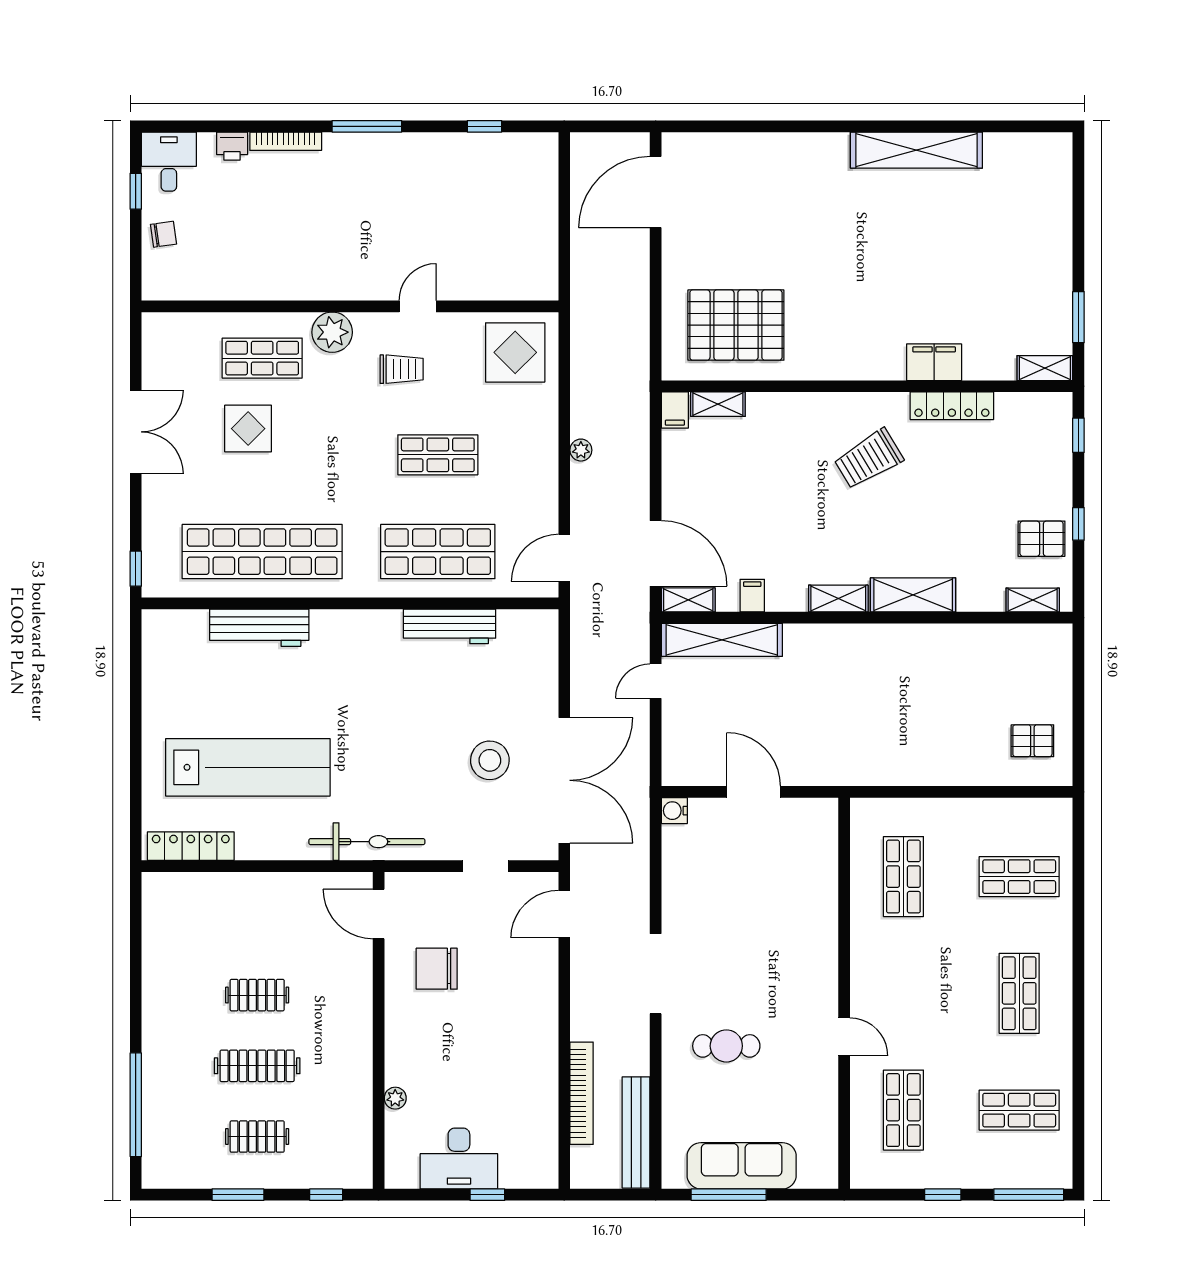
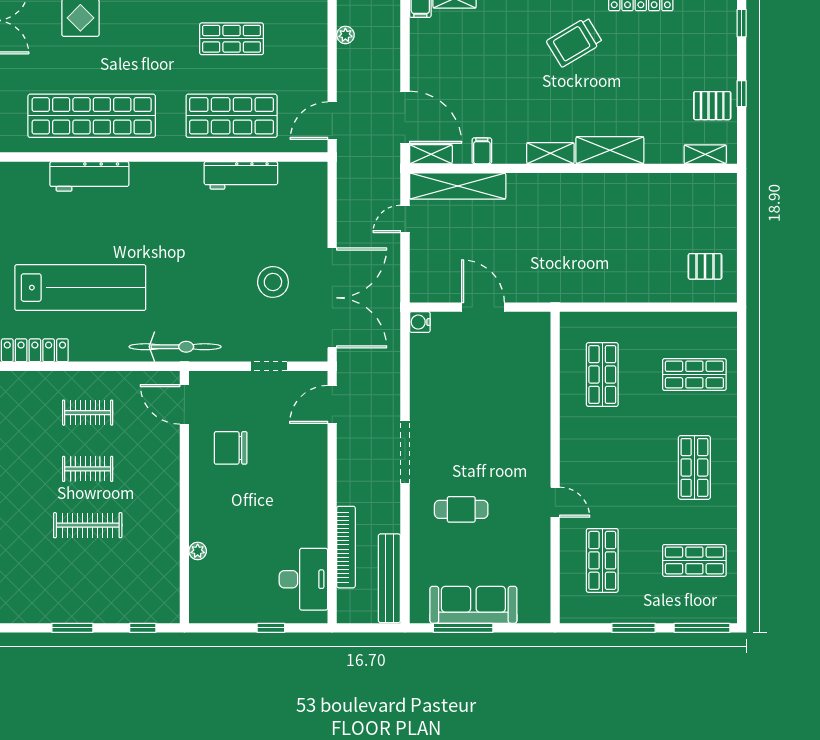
clothes rail: (257, 1137) -> (88, 413), moved
desk: (459, 1159) -> (303, 579), moved, turned -90
window: (943, 1195) -> (634, 628), width x1.50

